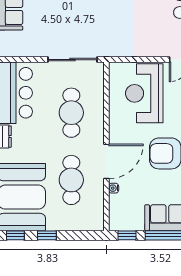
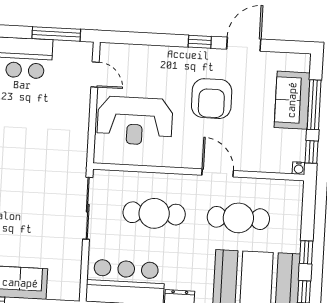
door: (106, 161) -> (218, 173), width x0.73
water cooler: (114, 188) -> (299, 168), moved

